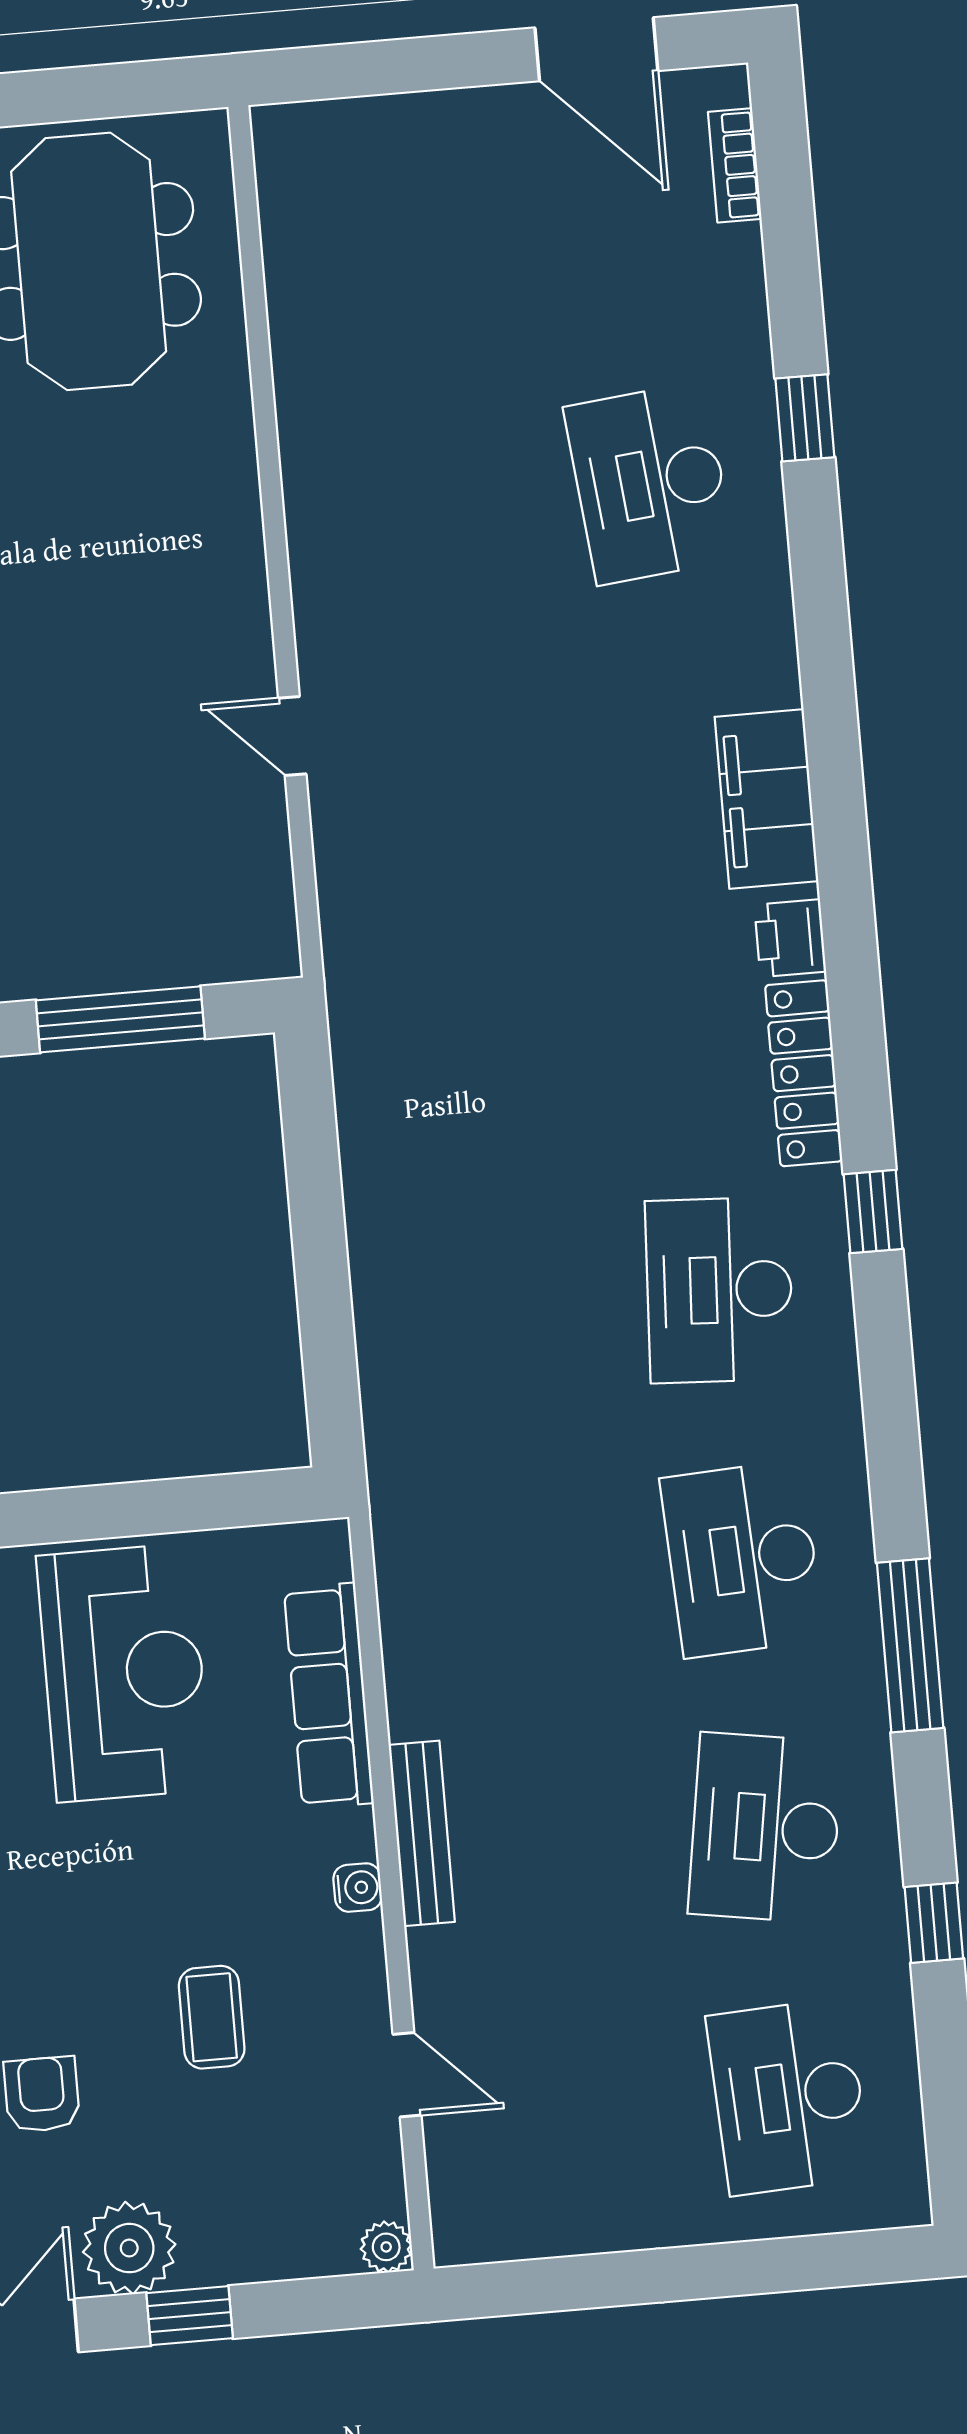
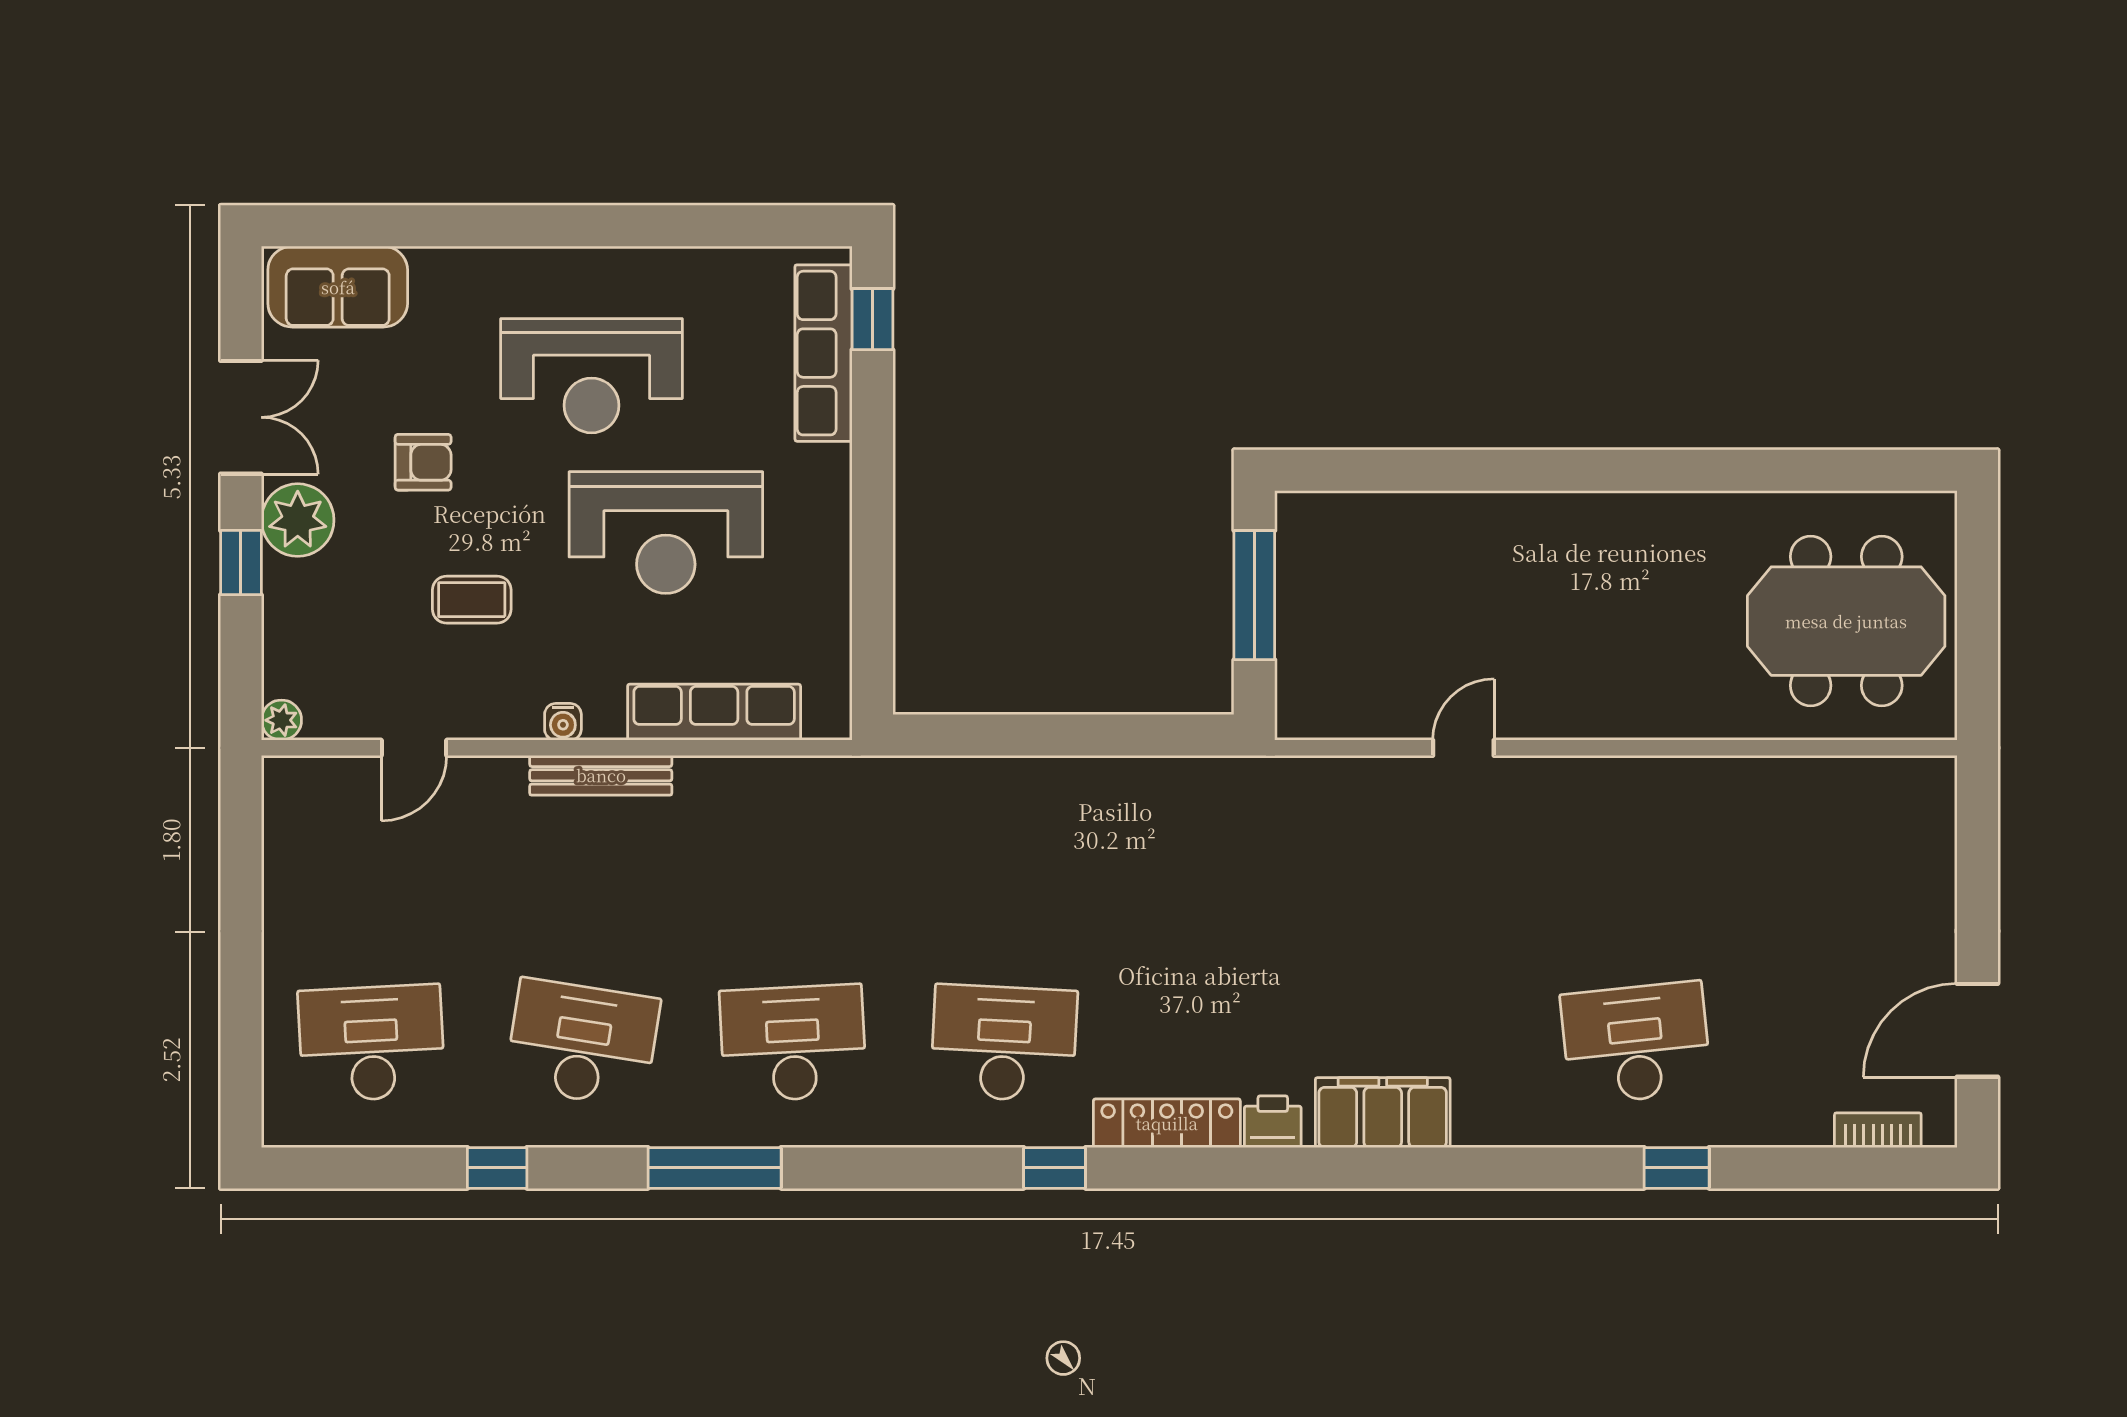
reception desk: (124, 1673) -> (666, 533), moved

